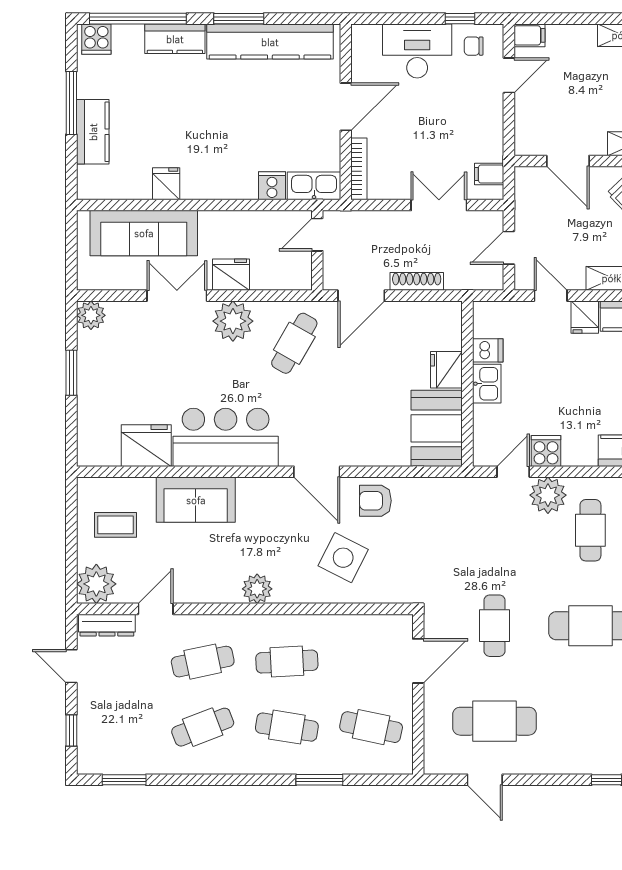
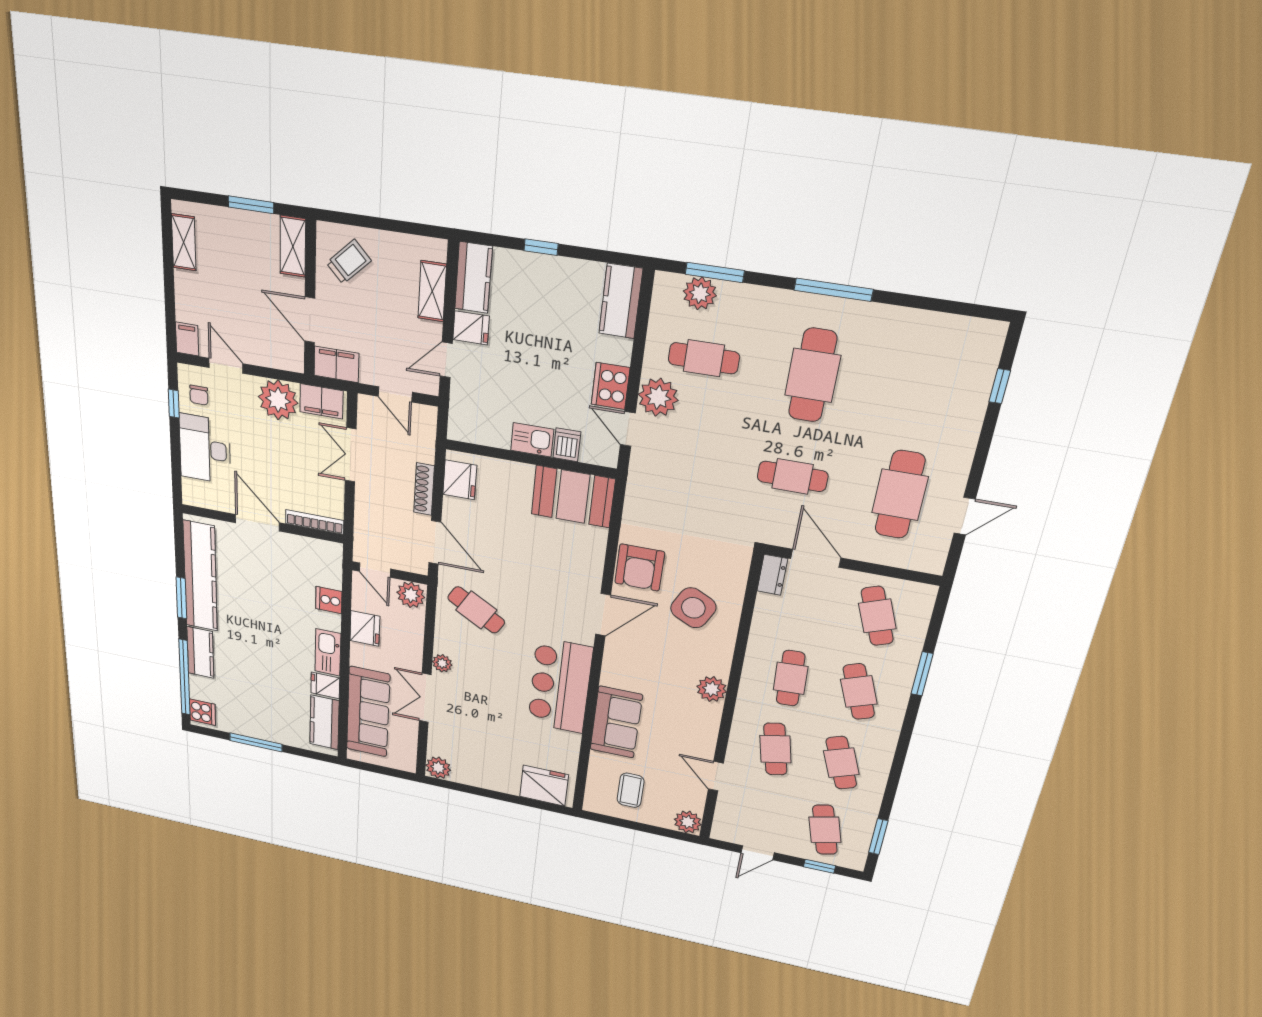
plant: (483, 129) -> (278, 400), added
kitchen counter: (93, 132) -> (324, 722), moved, turned -90
door: (568, 161) -> (310, 320), swing flipped
filing cabinet: (489, 174) -> (321, 401), width x2.00
kitchen sink: (314, 186) -> (328, 652), moved
filing cabinet: (529, 188) -> (336, 364), added
plant: (297, 274) -> (411, 595), added
fridge: (231, 275) -> (365, 628), moved, turned 180
plant: (233, 321) -> (442, 663), width x0.53, depth x0.53
dishwasher: (488, 350) -> (567, 445), moved
fridge: (446, 370) -> (460, 480), moved, turned -90
window: (71, 373) -> (488, 793), removed
fridge: (146, 446) -> (544, 786), moved, turned 90
cooker: (546, 451) -> (611, 386), width x1.36
armchair: (375, 501) -> (640, 568), width x1.38, depth x1.38
plant: (96, 584) -> (688, 822), width x0.73, depth x0.73
dresser: (107, 625) -> (772, 575), moved, width x0.70
cafe table: (119, 727) -> (825, 830), added
cafe table: (287, 727) -> (859, 692), turned -30
cafe table: (371, 727) -> (877, 616), turned -33

